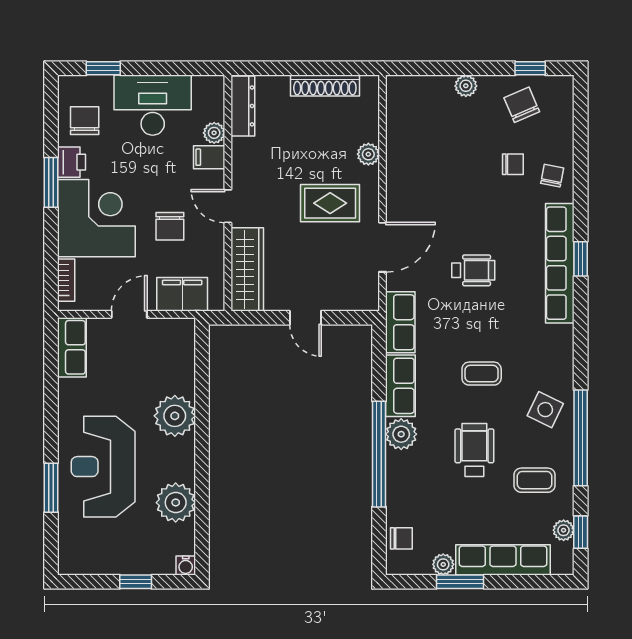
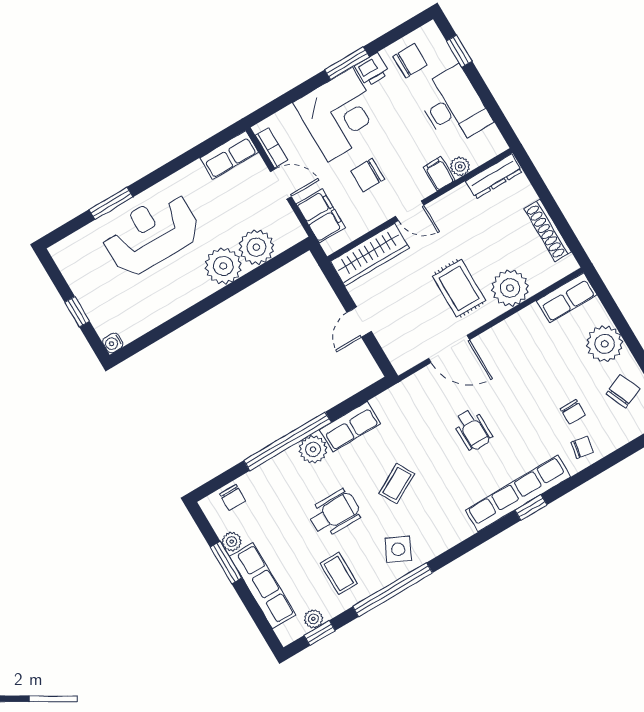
plant: (466, 86) -> (605, 344), width x1.88, depth x1.88
plant: (368, 154) -> (510, 288), width x1.88, depth x1.88
door: (228, 206) -> (410, 211), swing flipped
bookcase: (66, 280) -> (272, 148), moved, turned -90
row of seats: (400, 322) -> (567, 298), moved
coffee table: (482, 374) -> (397, 484), turned 61
plant: (176, 503) -> (256, 247), moved

